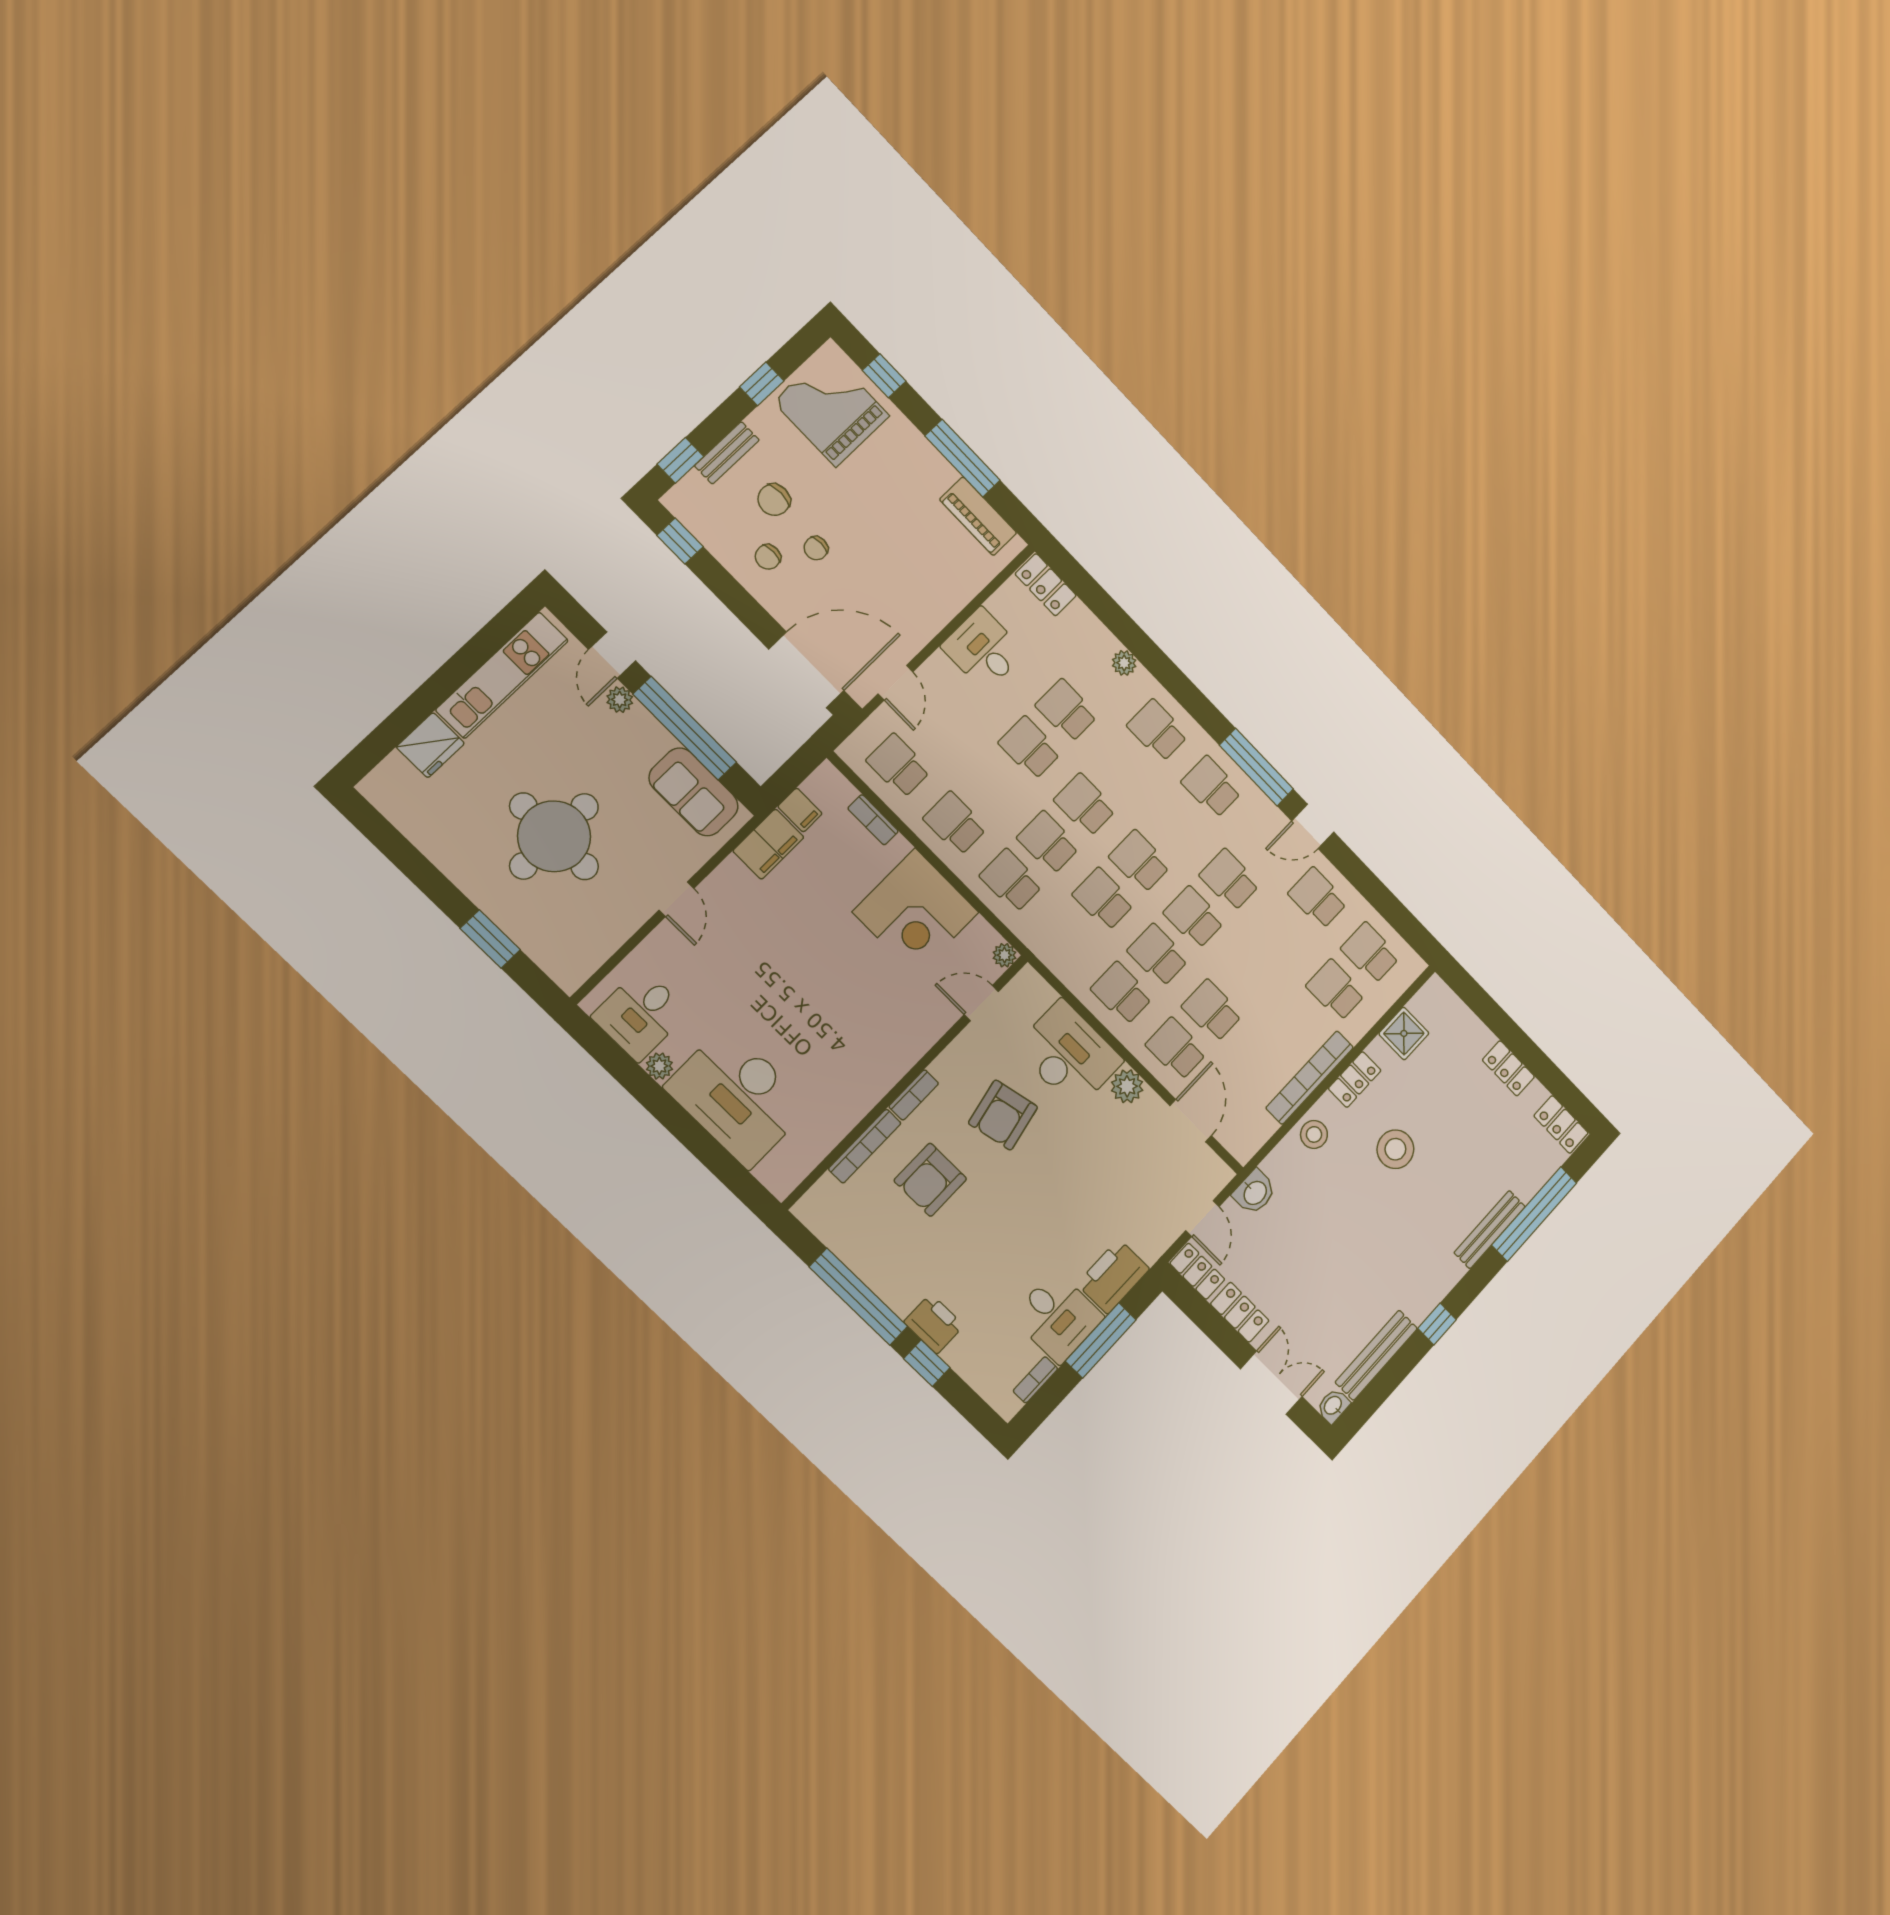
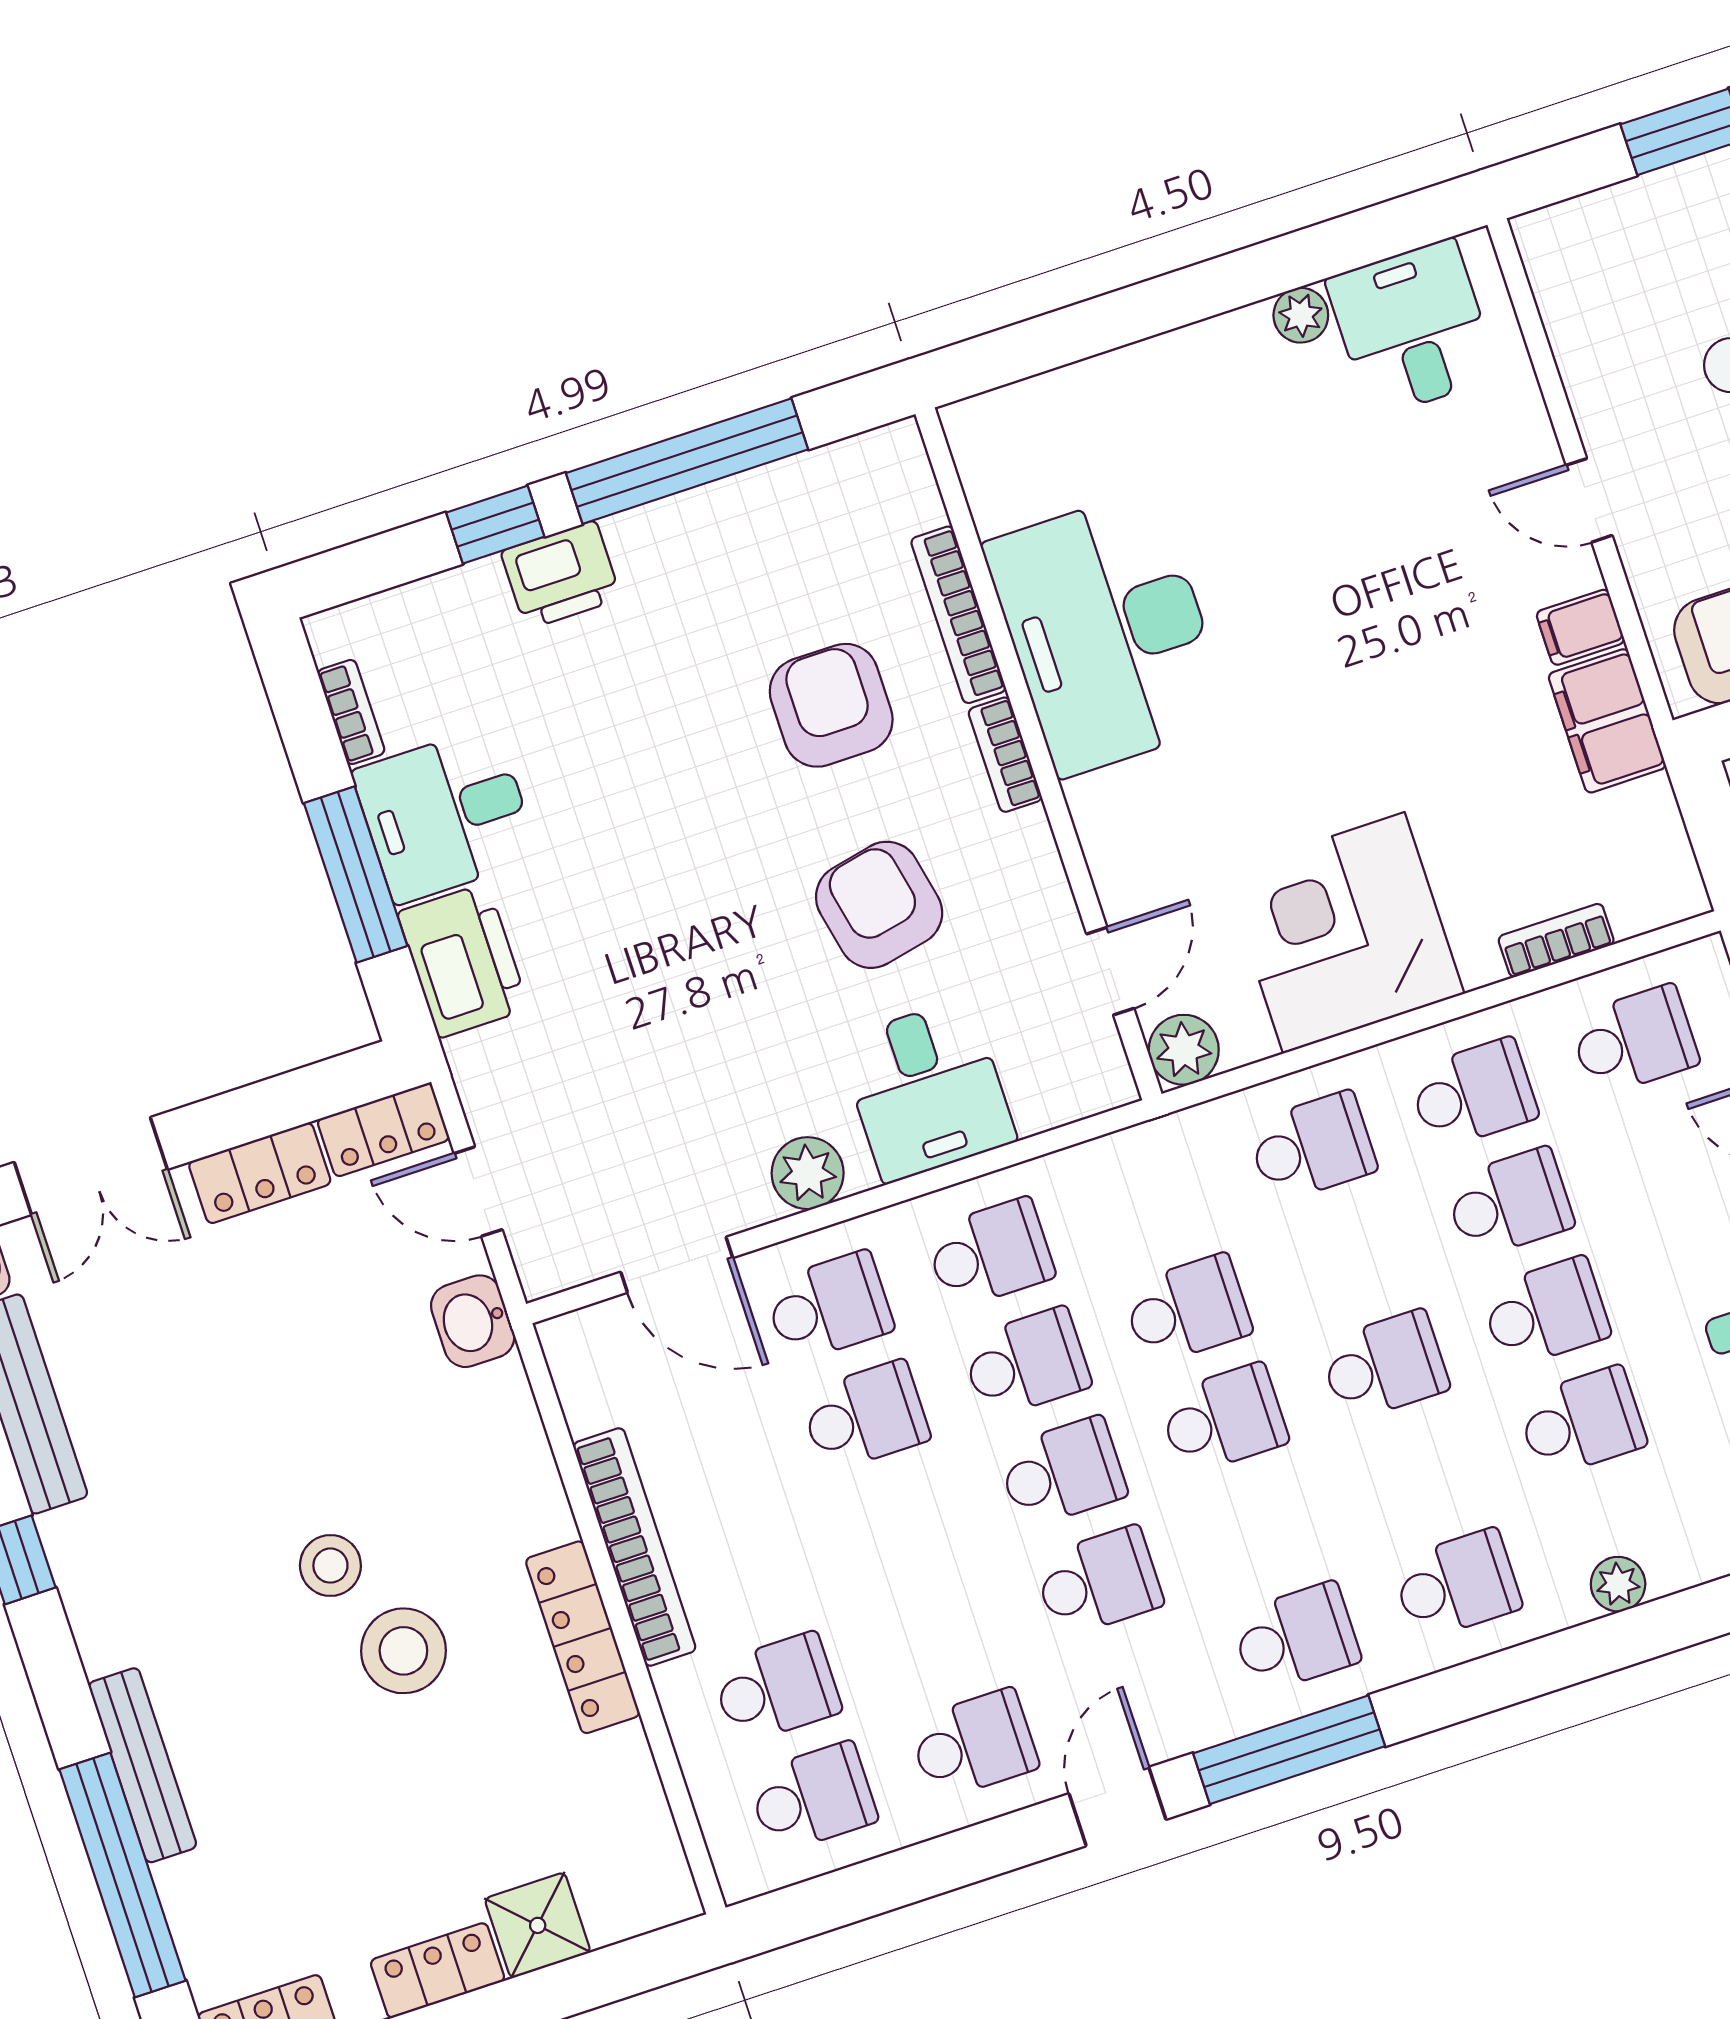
filing cabinet: (800, 810) -> (1580, 627), moved
school desk: (1048, 843) -> (1509, 1203), moved
plant: (1004, 955) -> (1184, 1050), width x1.38, depth x1.38
shower: (1404, 1033) -> (538, 1925), moved
desk: (1069, 1054) -> (927, 1090), width x0.73
locker: (1355, 1080) -> (583, 1637), width x1.53
desk: (738, 1097) -> (1108, 633), moved, turned -90
stool: (1314, 1134) -> (330, 1566), moved

